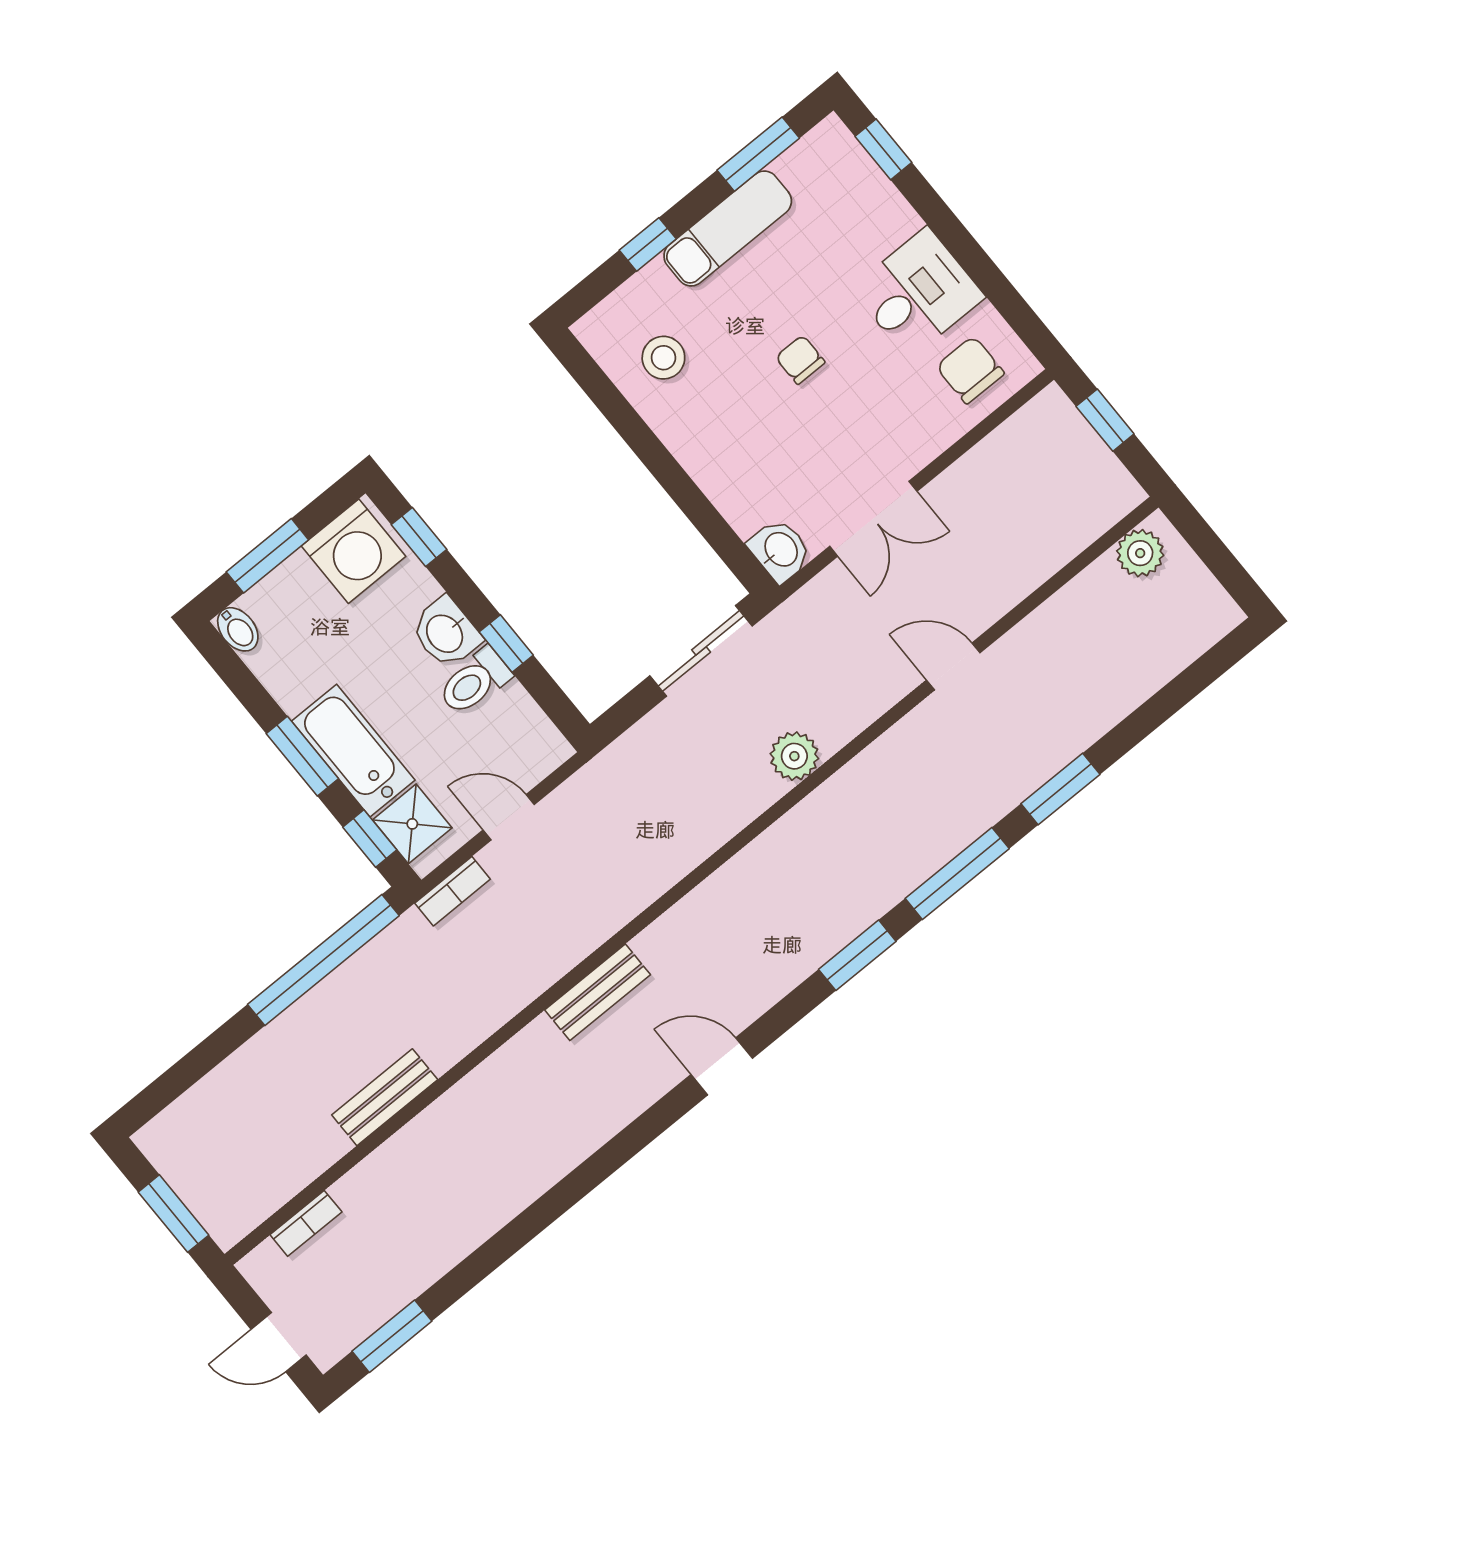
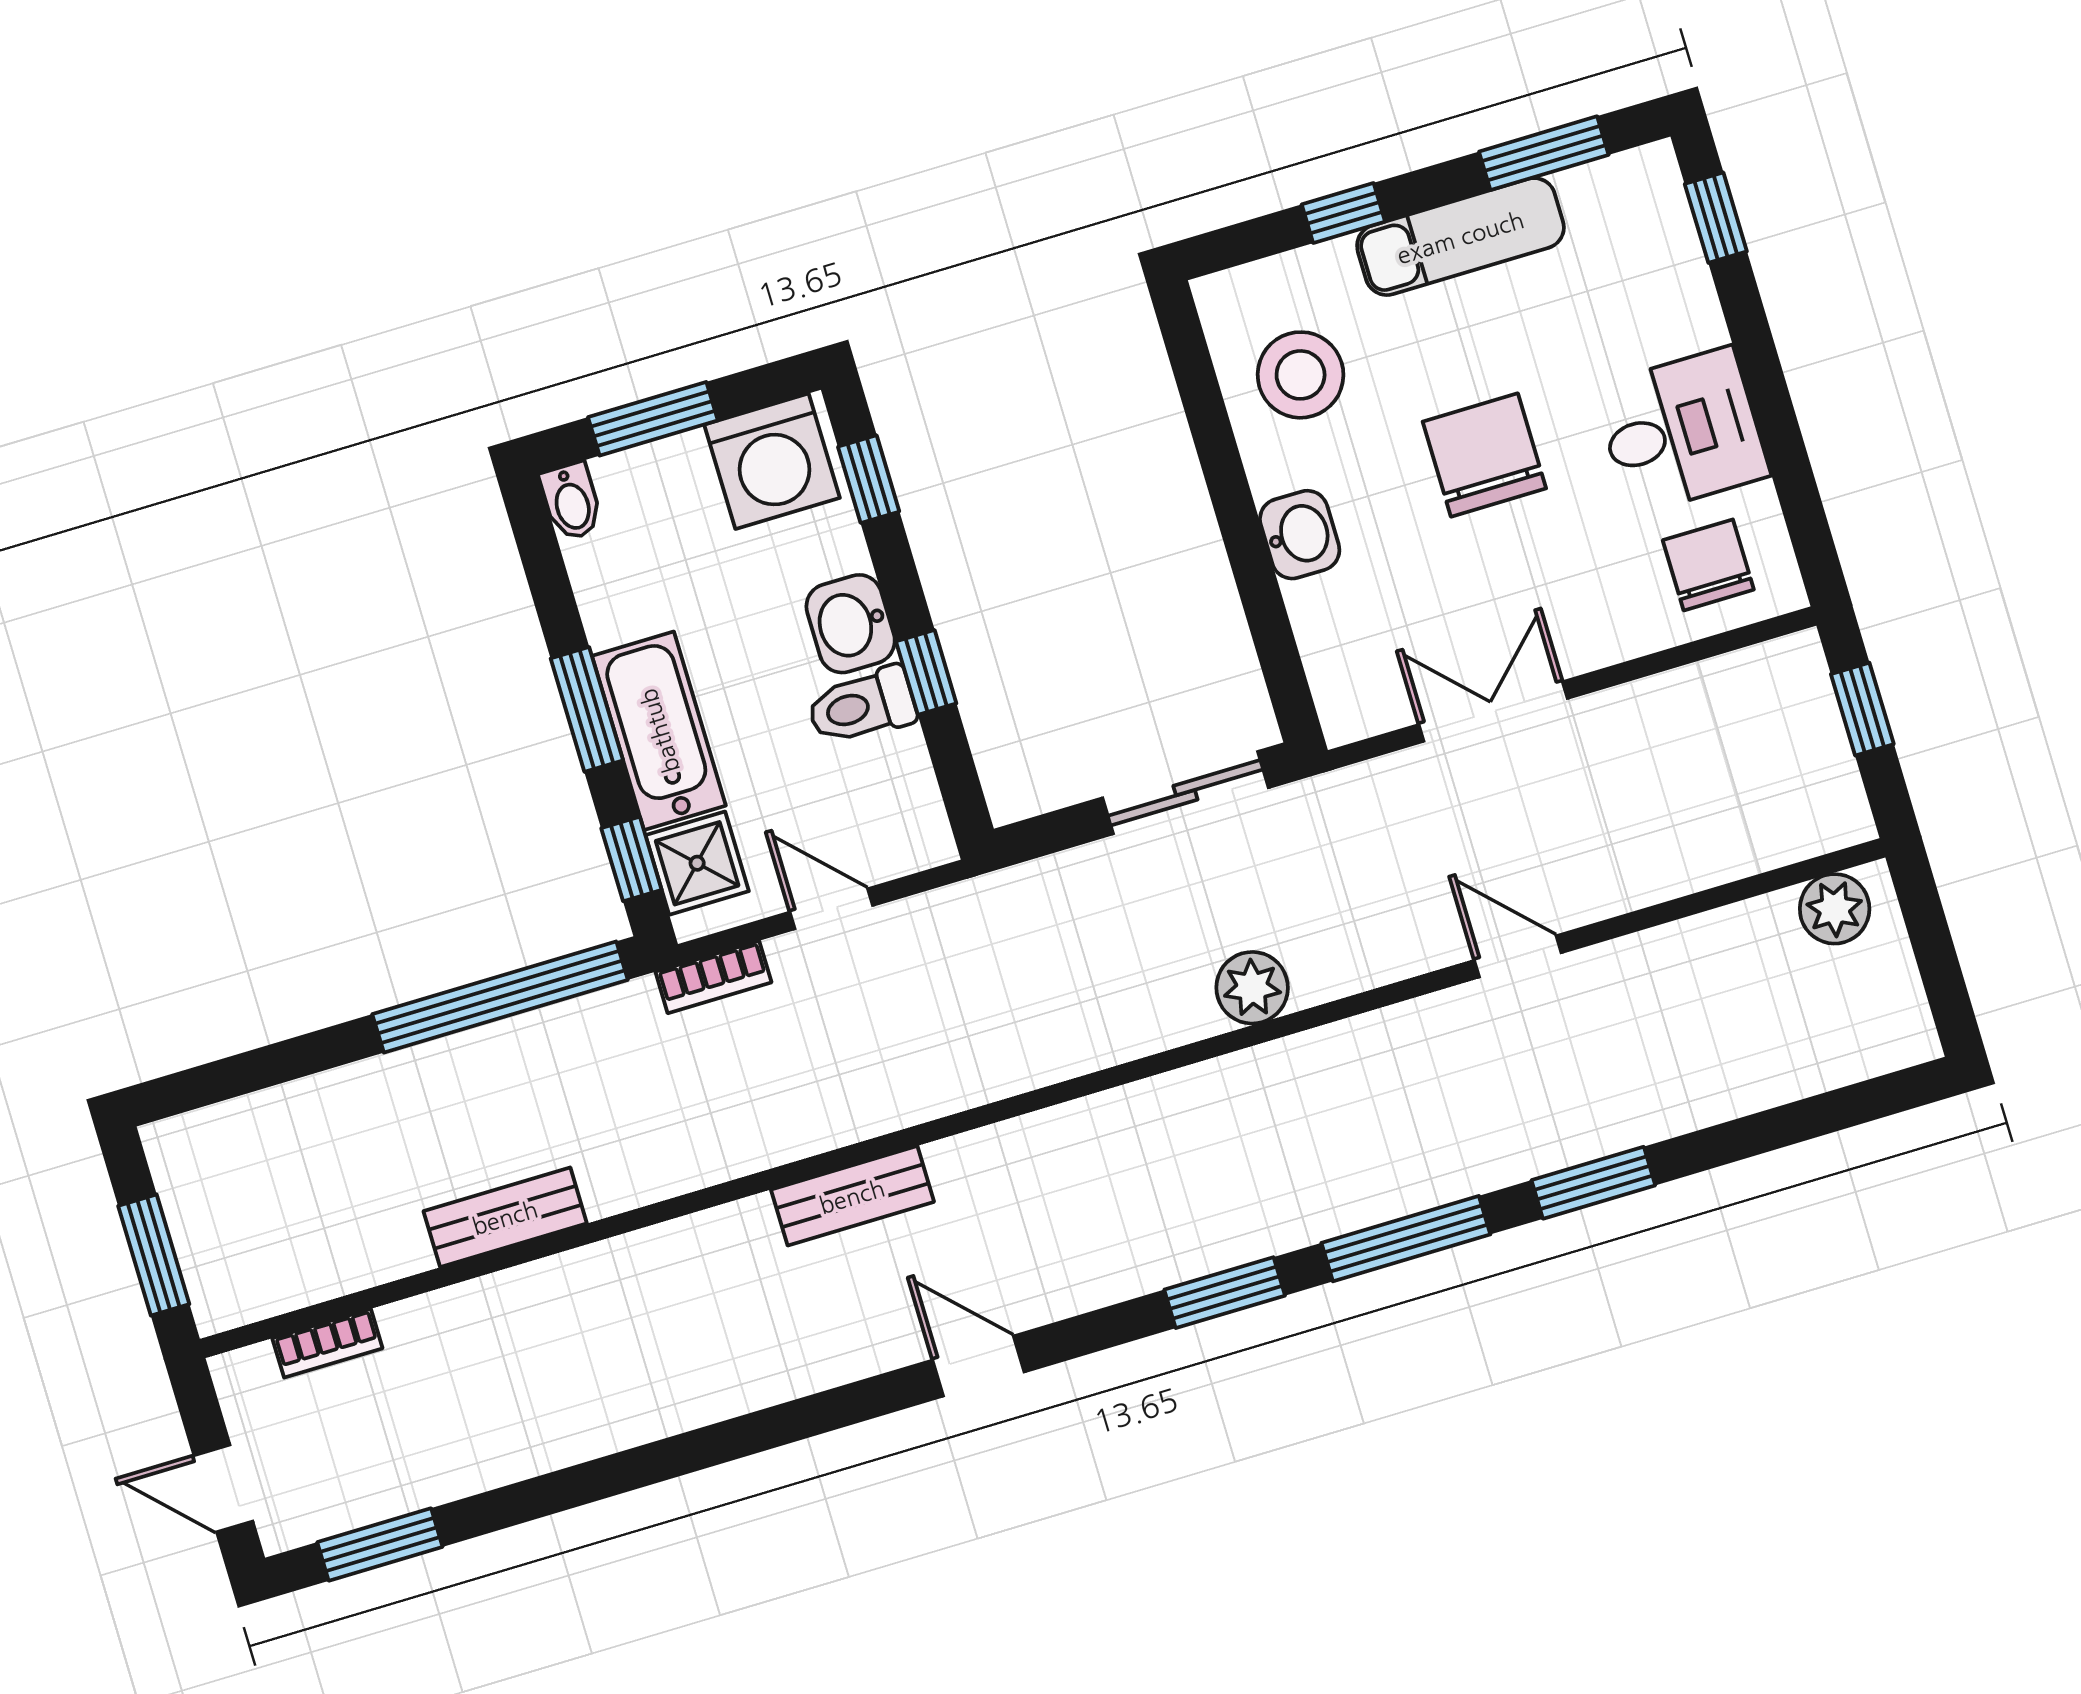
stool: (663, 358) -> (1301, 375), width x1.38, depth x1.38
chair: (800, 360) -> (1484, 455), width x1.87, depth x1.87
double door: (873, 519) -> (1493, 711), swing flipped
washbasin: (780, 550) -> (1300, 535), moved

